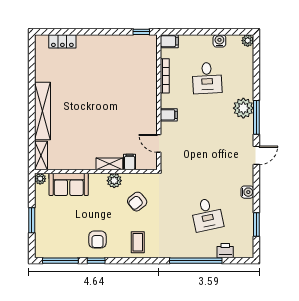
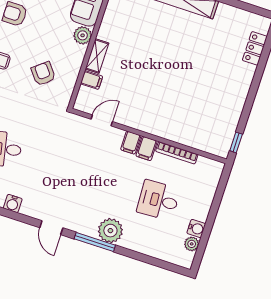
filing cabinet: (169, 41) -> (147, 148), moved
plant: (248, 41) -> (192, 244), moved
plant: (114, 181) -> (83, 35), moved

